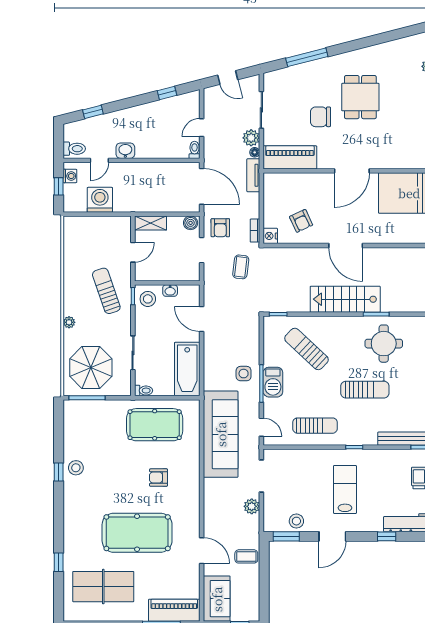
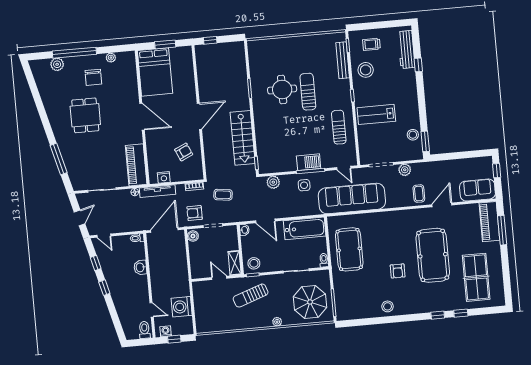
dining table: (360, 97) -> (85, 115), turned 90
window: (93, 112) -> (104, 288), moved
chair: (321, 117) -> (93, 77), moved
door: (202, 128) -> (104, 236), moved
plant: (251, 138) -> (273, 182), moved
washbasin: (125, 151) -> (140, 267), moved
tv unit: (253, 175) -> (157, 191), width x1.41
shelving: (151, 223) -> (235, 263), moved
armchair: (220, 228) -> (195, 213), turned 180
nightstand: (270, 236) -> (164, 177), moved
washbasin: (170, 291) -> (244, 230), moved
stairs: (345, 299) -> (243, 138), moved
door: (202, 319) -> (265, 221), hinge flipped
round table: (384, 344) -> (282, 90), moved
sun lounger: (306, 349) -> (281, 139), removed
door: (261, 427) -> (344, 168), swing flipped
stool: (386, 467) -> (366, 70), added
window: (59, 472) -> (438, 315), moved
armchair: (159, 478) -> (398, 271), moved
lab bench: (345, 489) -> (376, 114), moved
door: (332, 536) -> (422, 106), removed
coffee table: (246, 556) -> (419, 194), moved

